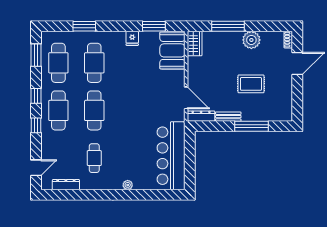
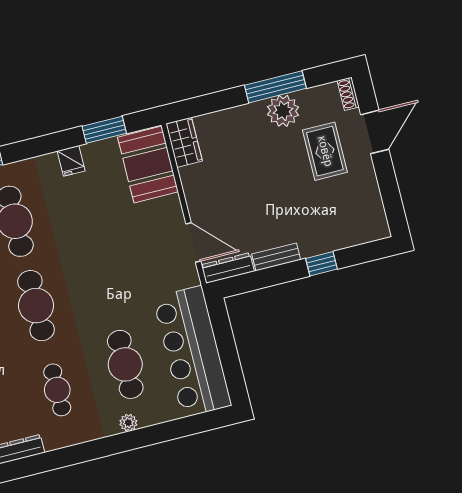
window: (228, 26) -> (275, 87), moved
rug: (251, 84) -> (325, 151), moved, turned 90
window: (251, 126) -> (322, 264), width x0.46
cafe table: (134, 154) -> (125, 364), added

